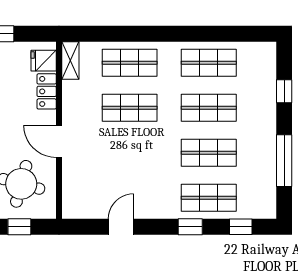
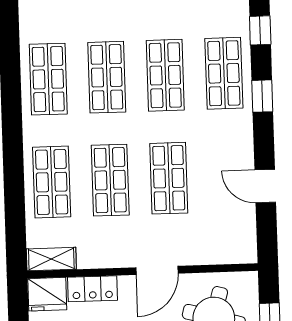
fridge: (44, 61) -> (47, 294), width x1.38
shop shelf: (130, 153) -> (169, 178), added

